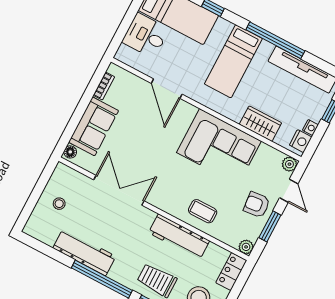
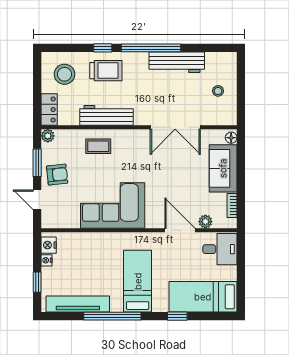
desk: (146, 36) -> (220, 249), moved
wardrobe: (260, 124) -> (89, 242), removed
plant: (289, 164) -> (205, 222), moved

